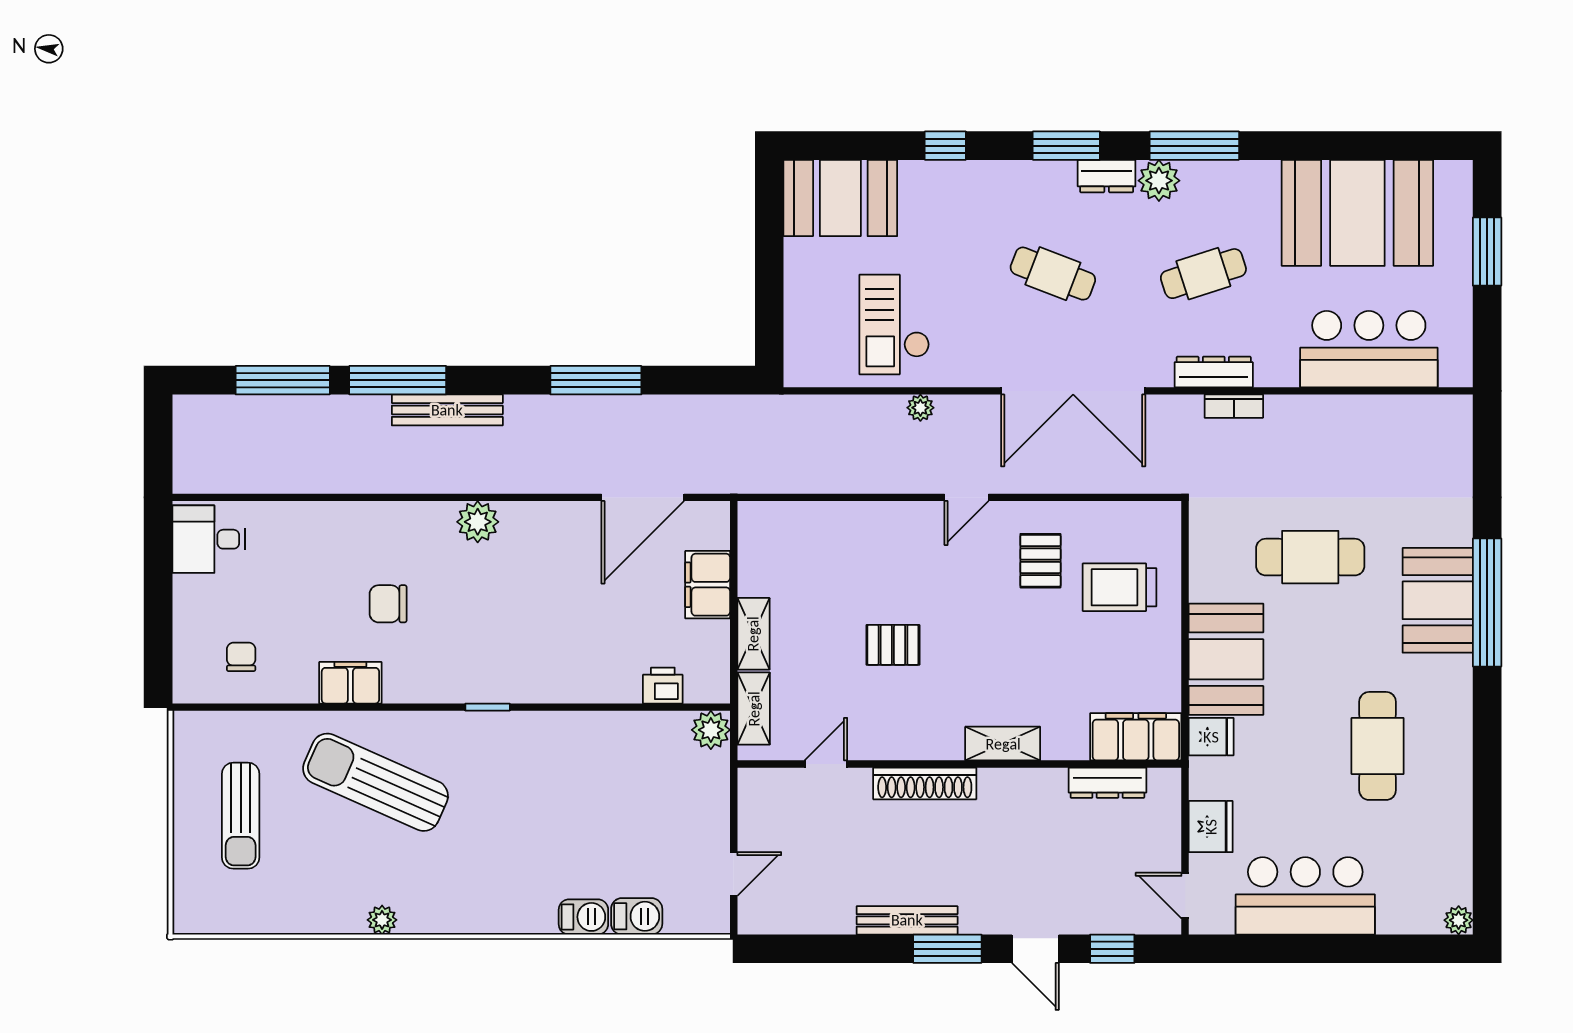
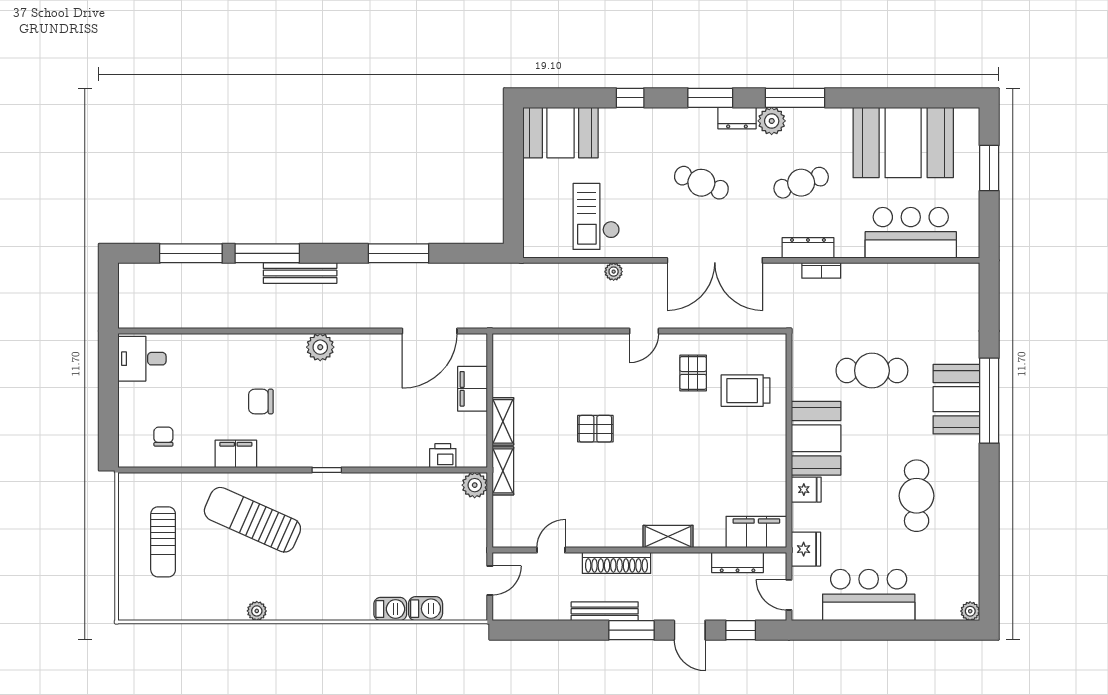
filing cabinet: (1136, 737) -> (756, 532), moved
shelving: (1003, 744) -> (668, 536), moved
door: (826, 764) -> (551, 550), moved
wall: (959, 764) -> (639, 550), moved
shoe rack: (925, 783) -> (616, 563), moved
dresser: (1107, 783) -> (738, 562), moved

